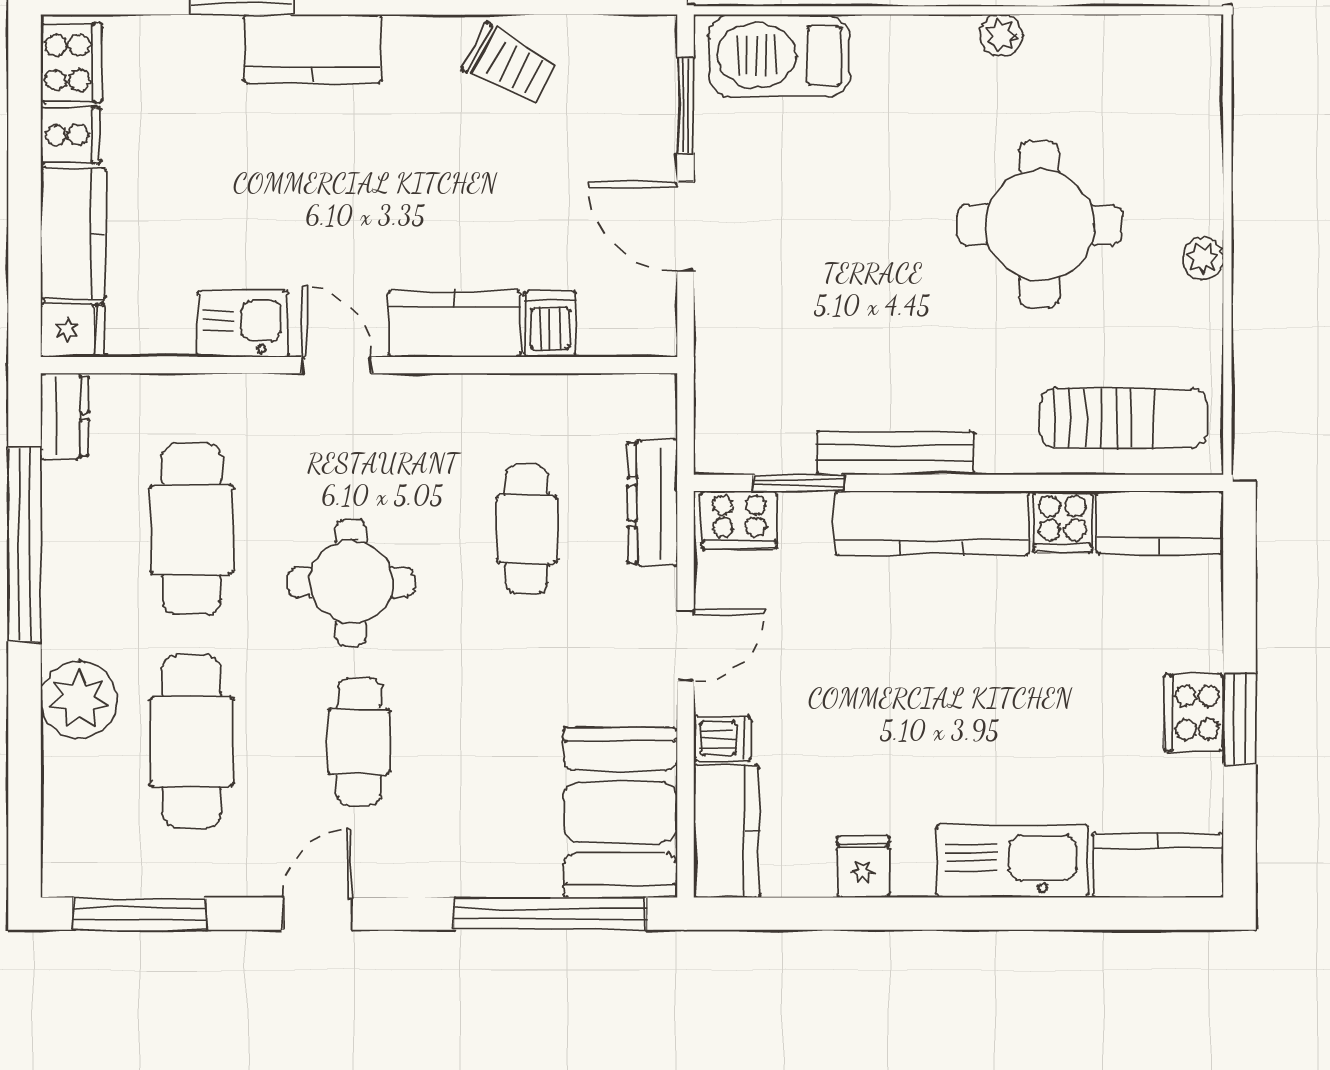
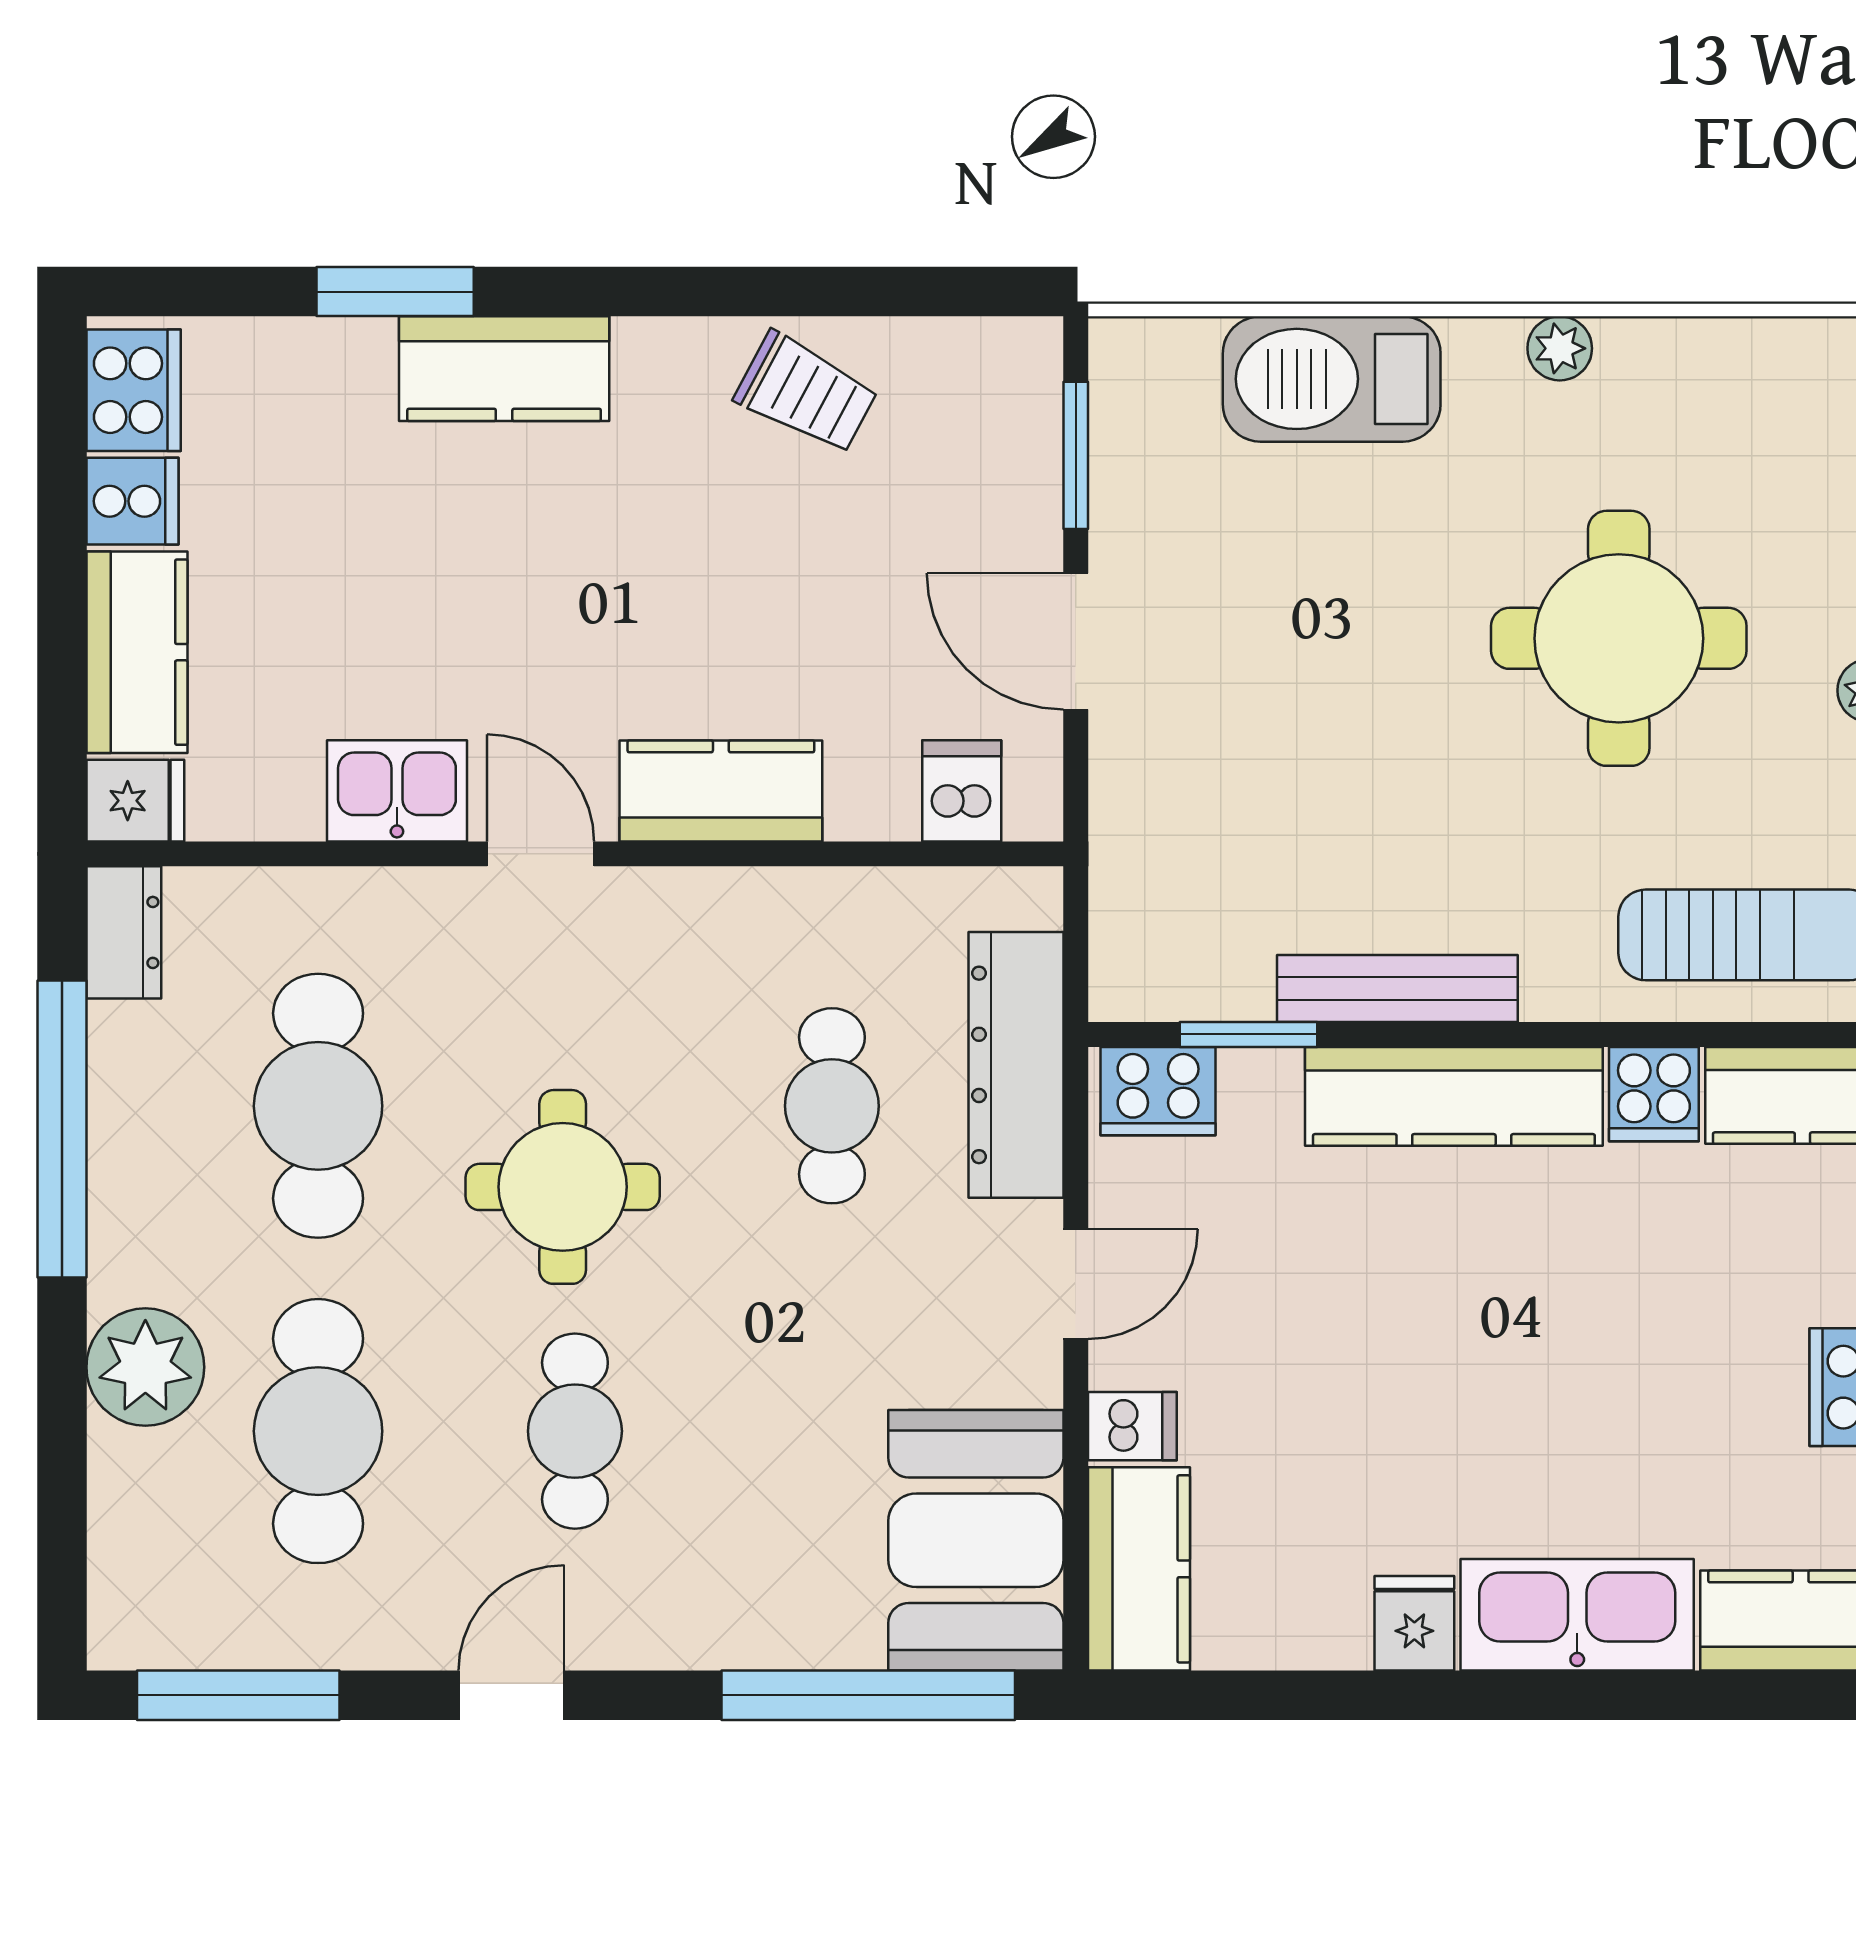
barbecue: (779, 55) -> (1332, 379), moved
dishwasher: (550, 324) -> (962, 791), moved
dresser: (653, 503) -> (1016, 1065), width x1.37, depth x1.24
fridge: (863, 867) -> (1414, 1623), moved

